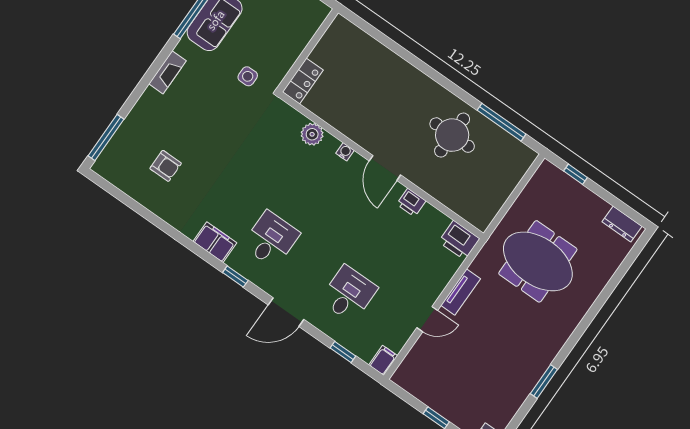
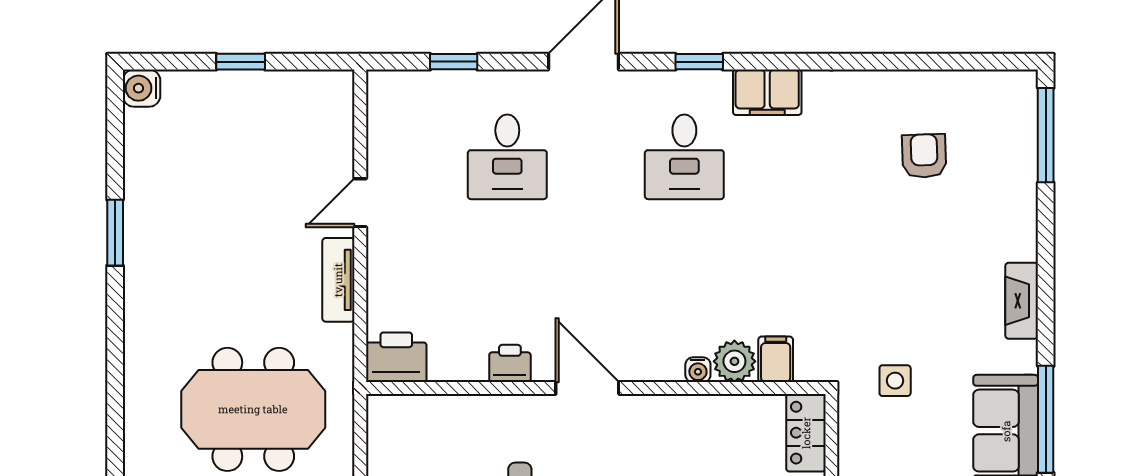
water cooler: (345, 152) -> (698, 370), moved
armchair: (166, 166) -> (924, 156), turned 88
filing cabinet: (383, 360) -> (776, 359), moved, turned 180

